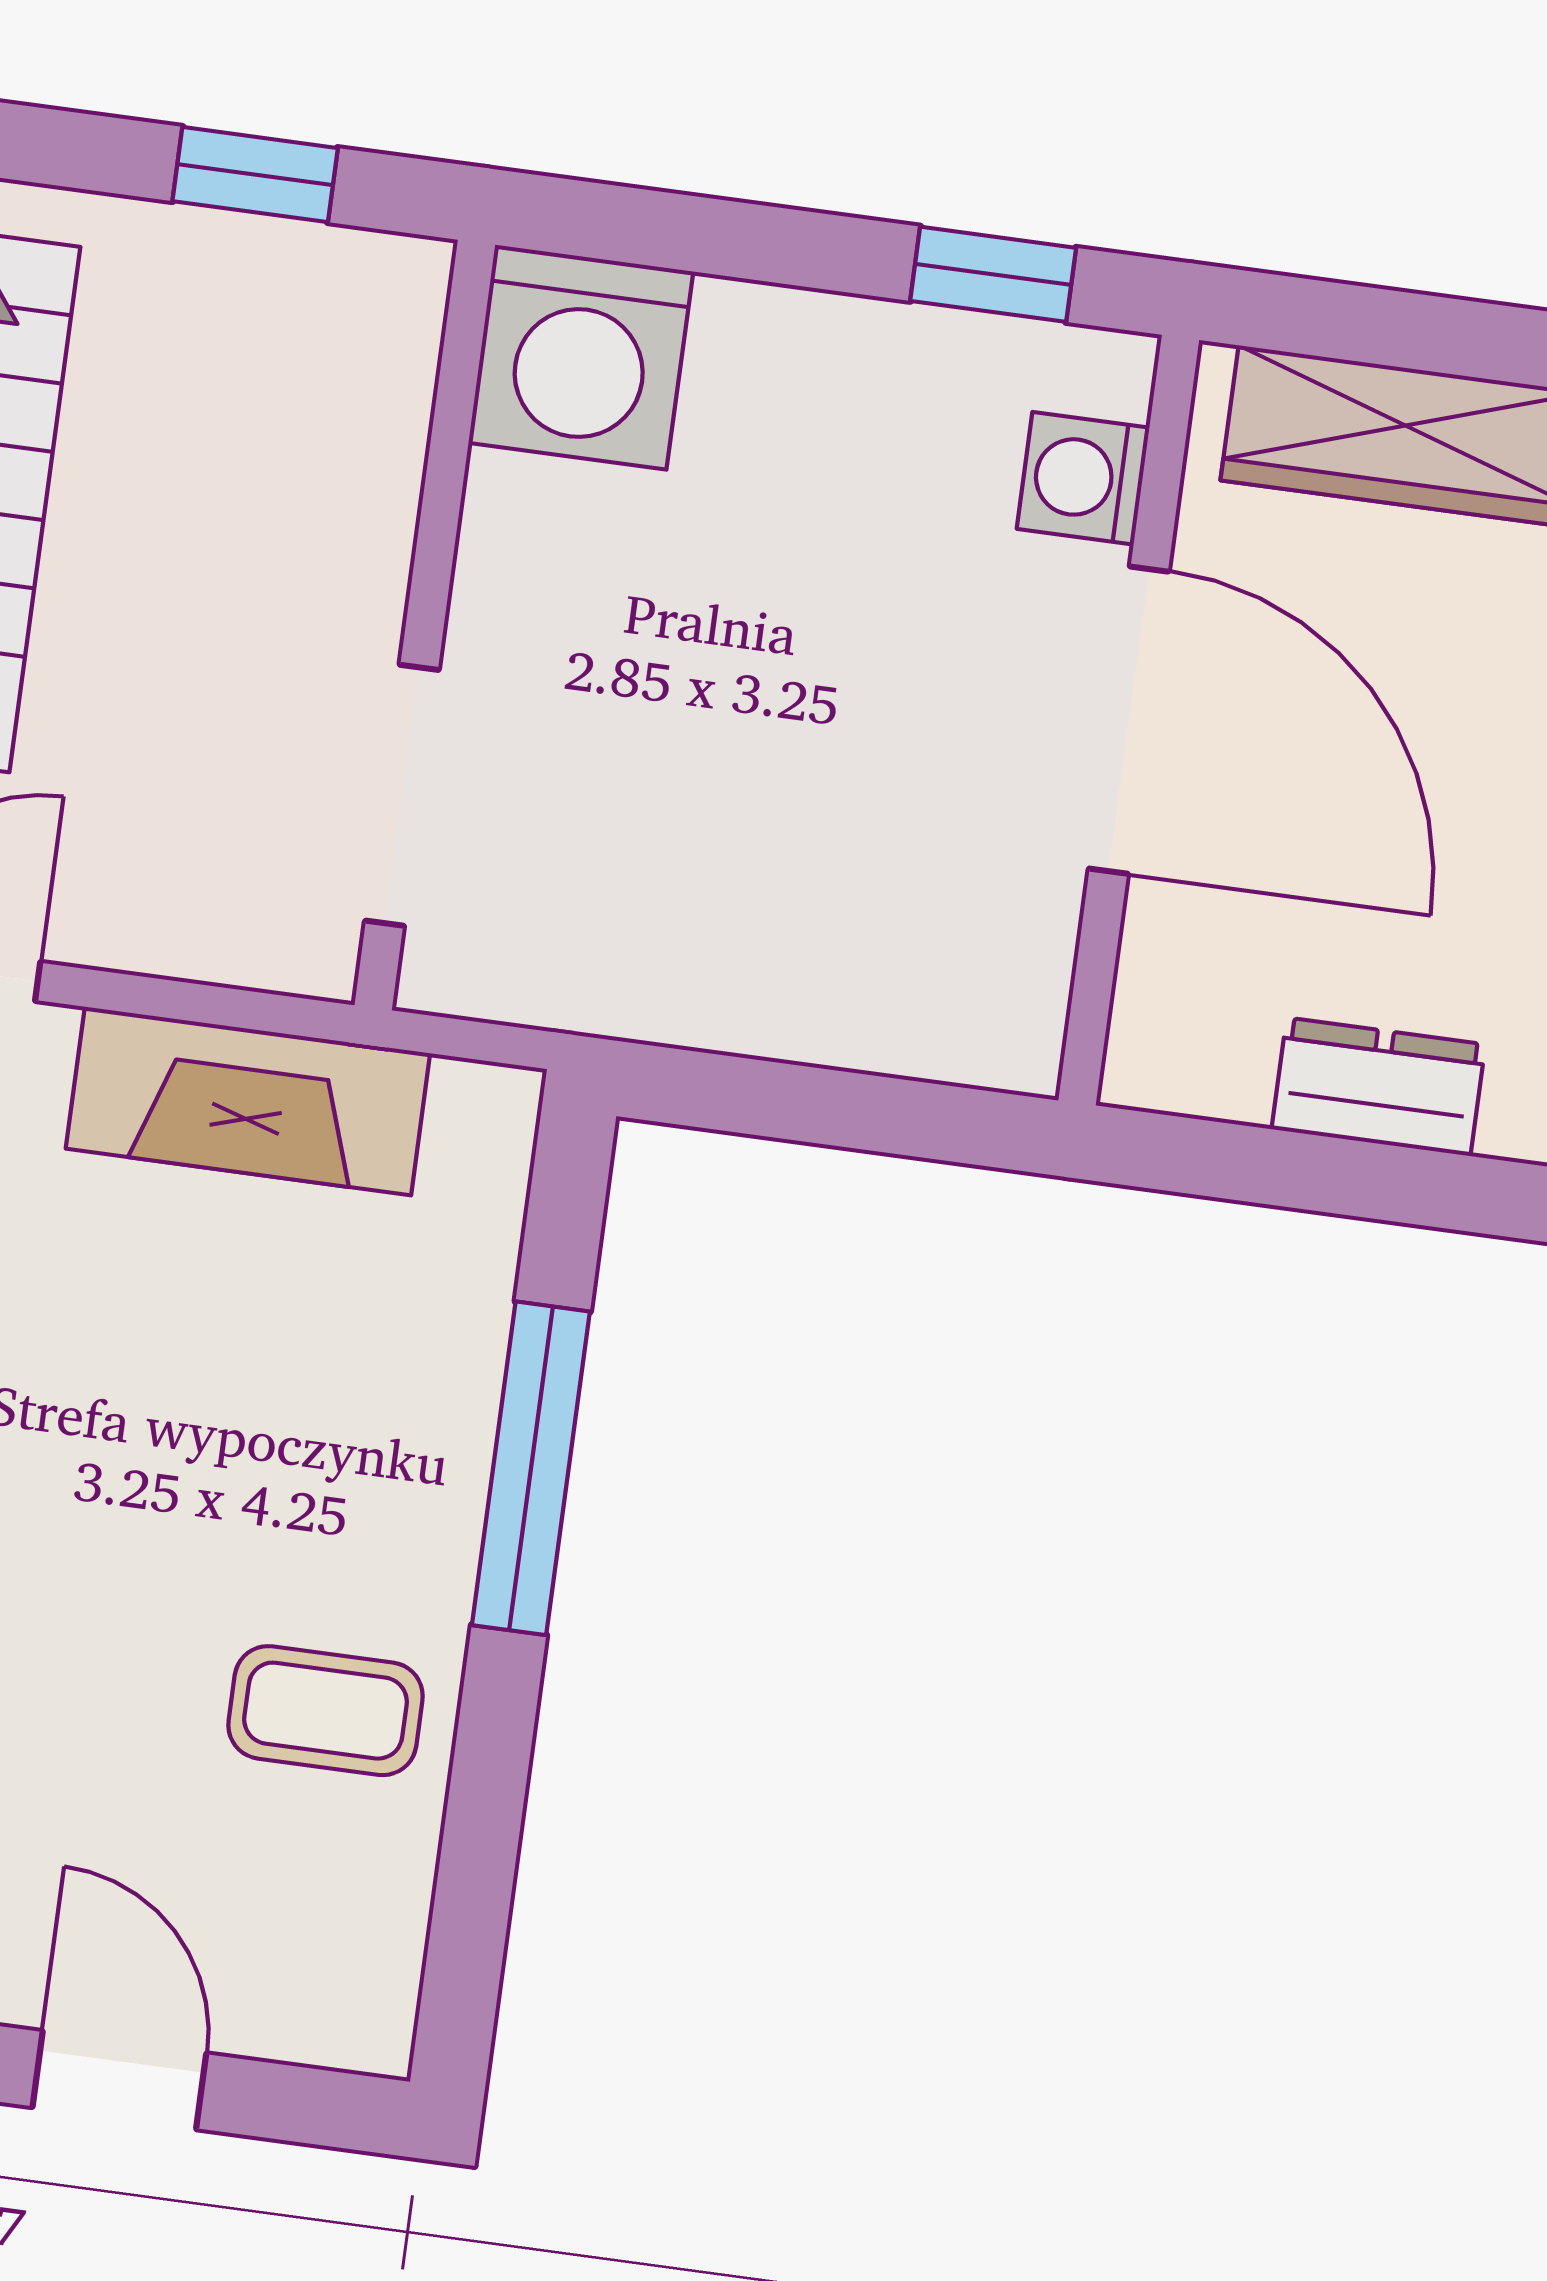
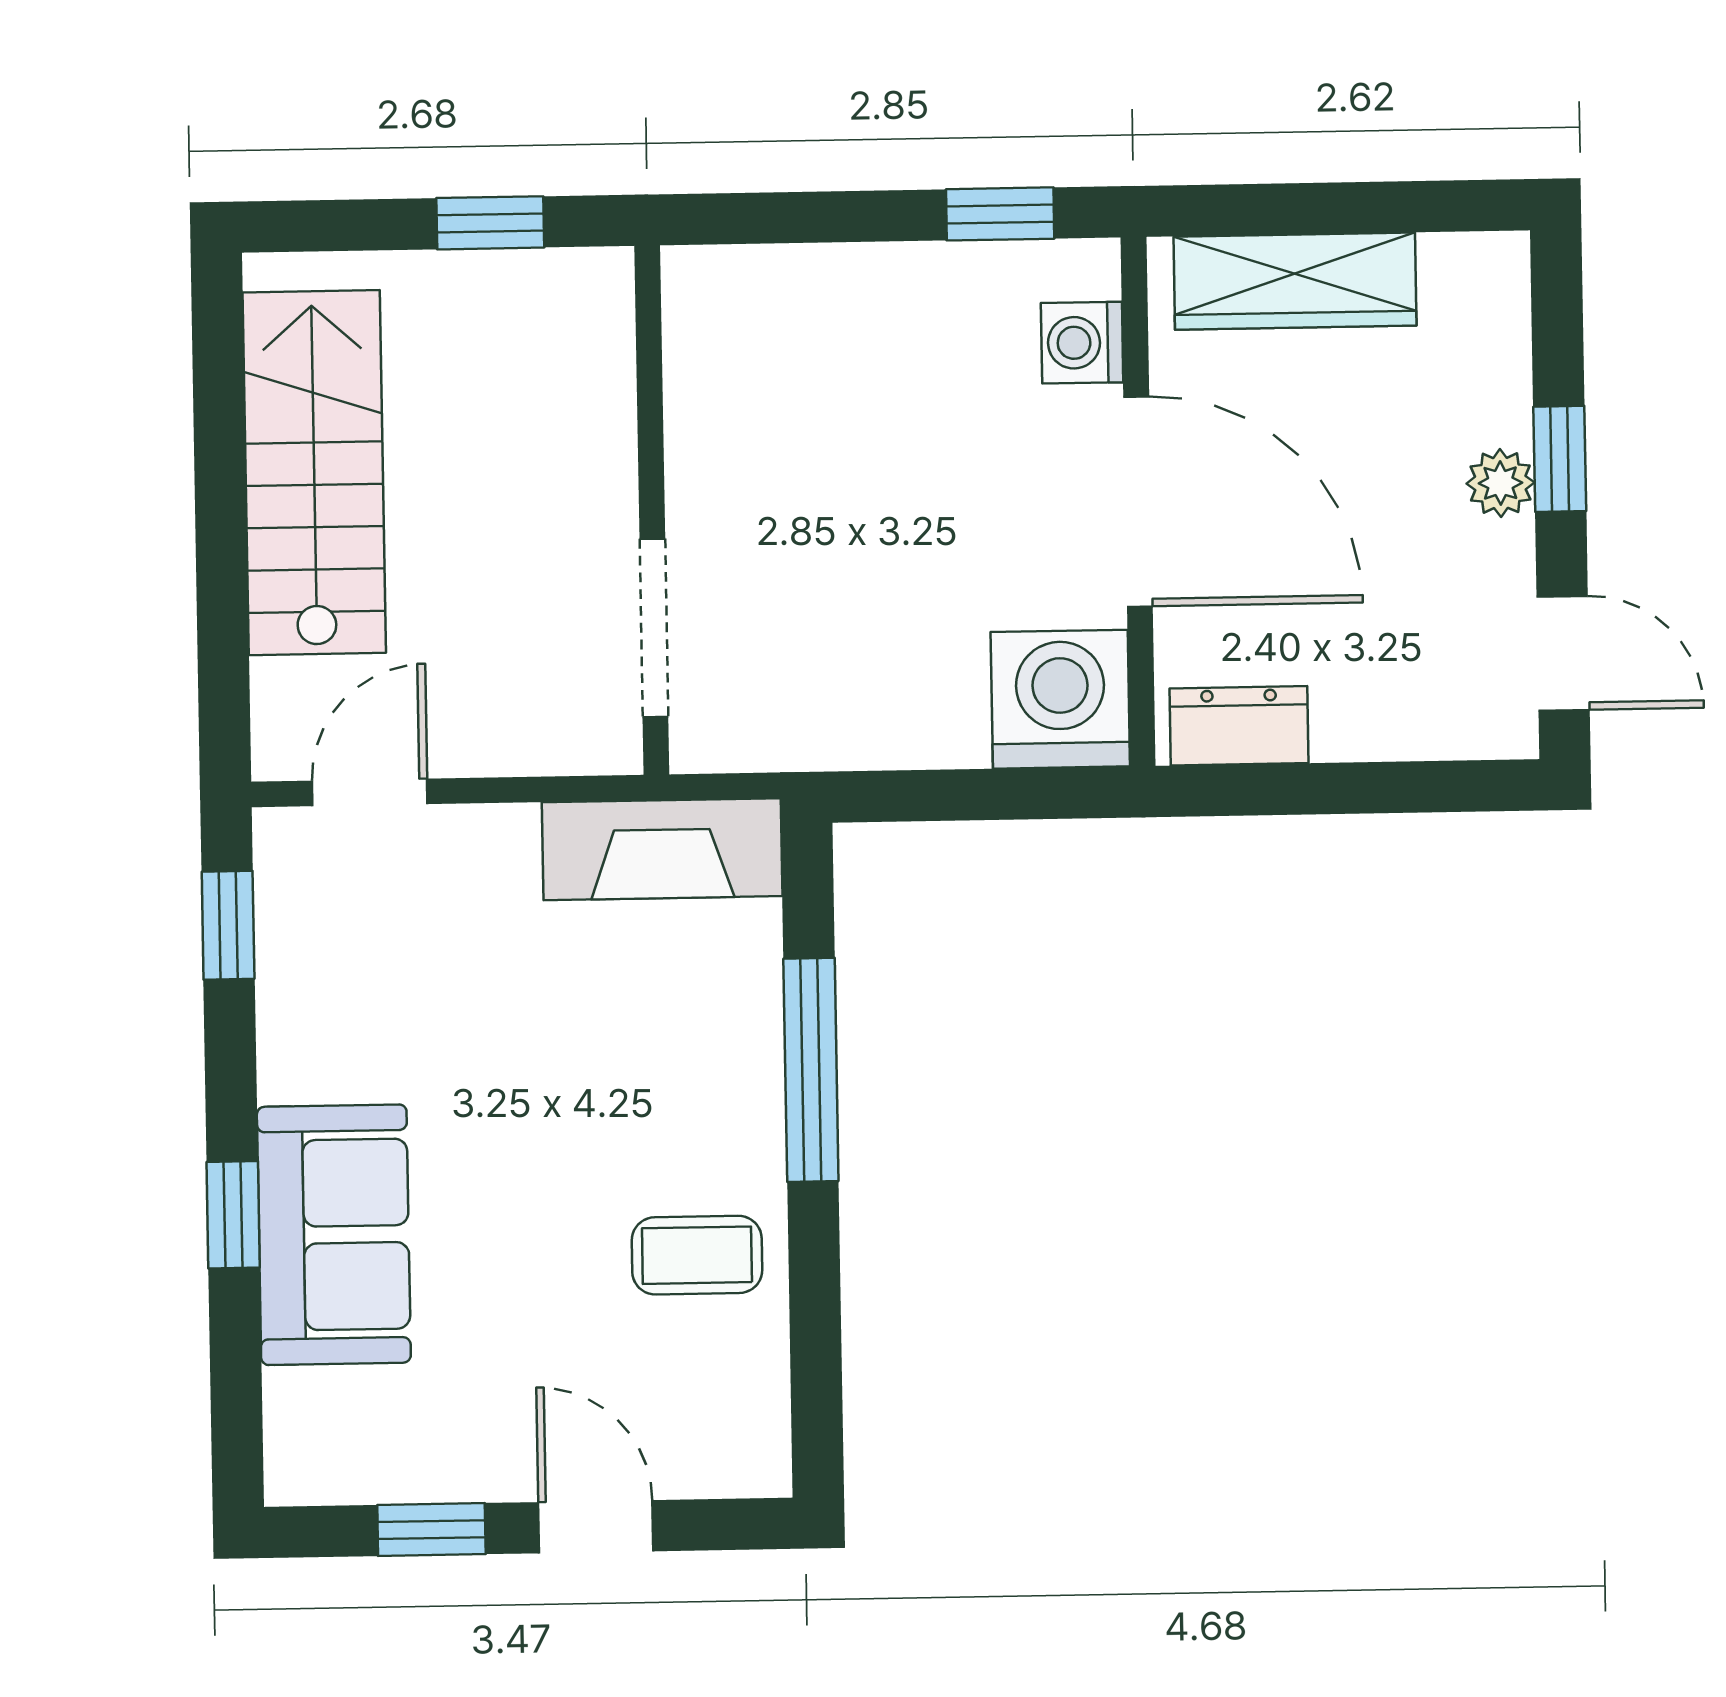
washing machine: (581, 357) -> (1060, 699), moved, turned 180
dresser: (1379, 1087) -> (1239, 726), moved
fireplace: (248, 1101) -> (662, 849), moved

